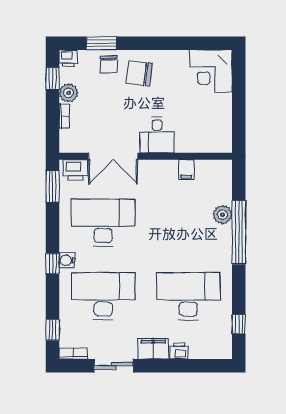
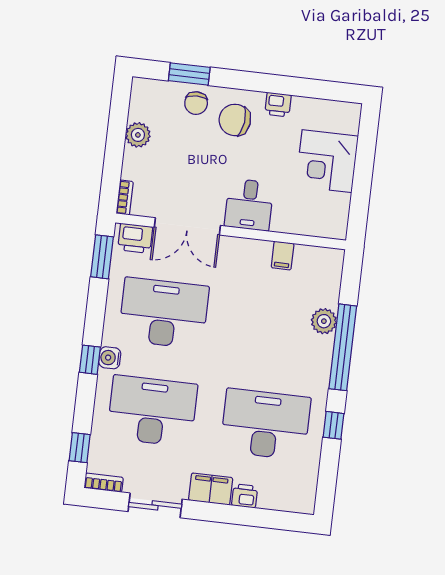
printer: (68, 58) -> (278, 105), moved
corner desk: (211, 71) -> (327, 161), moved
window: (53, 78) -> (119, 113), removed
bookcase: (64, 116) -> (125, 198), moved
window: (239, 324) -> (334, 425), moved

